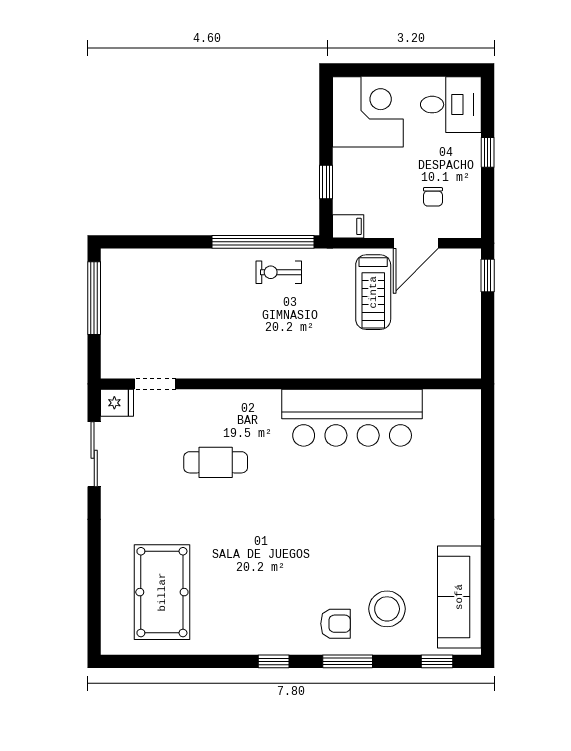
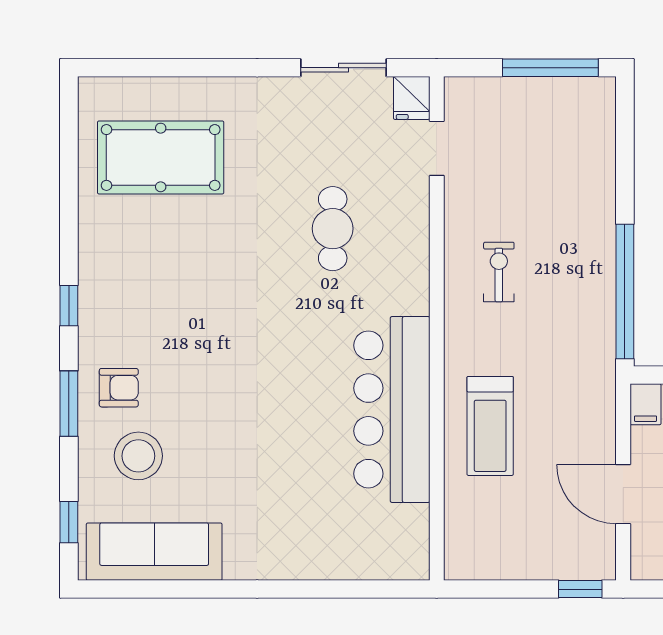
exercise bike: (279, 272) -> (499, 272), moved
treadmill: (373, 292) -> (490, 426), moved, turned -90
armchair: (336, 624) -> (119, 388), turned -90

